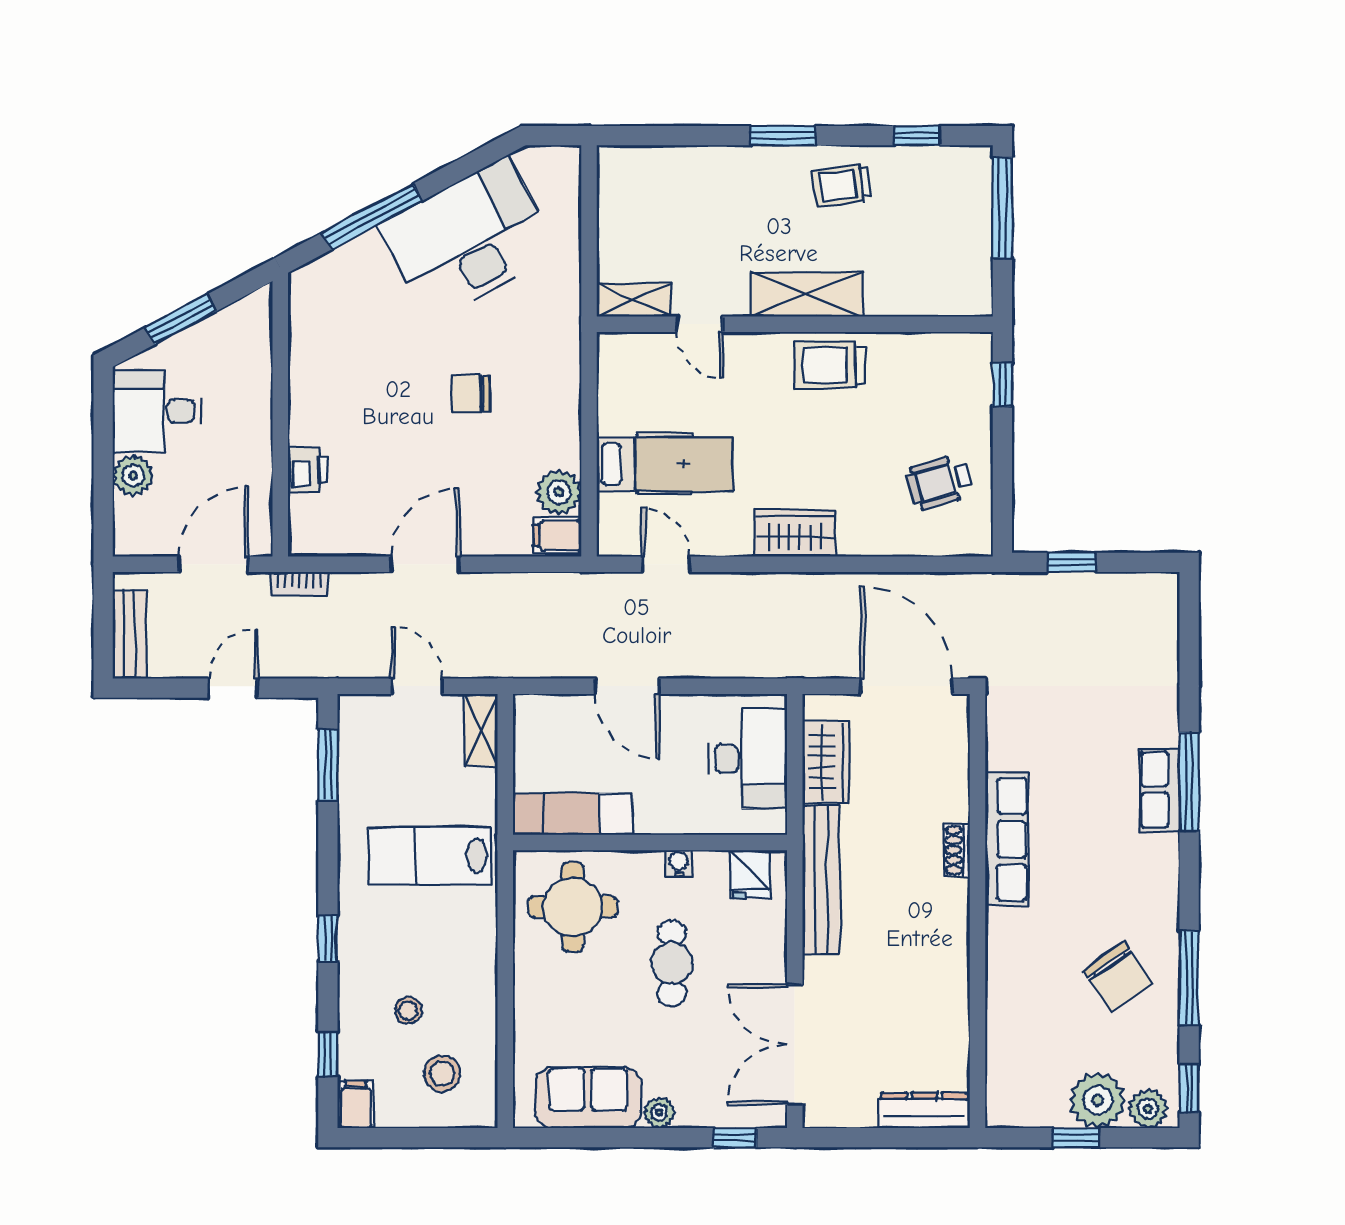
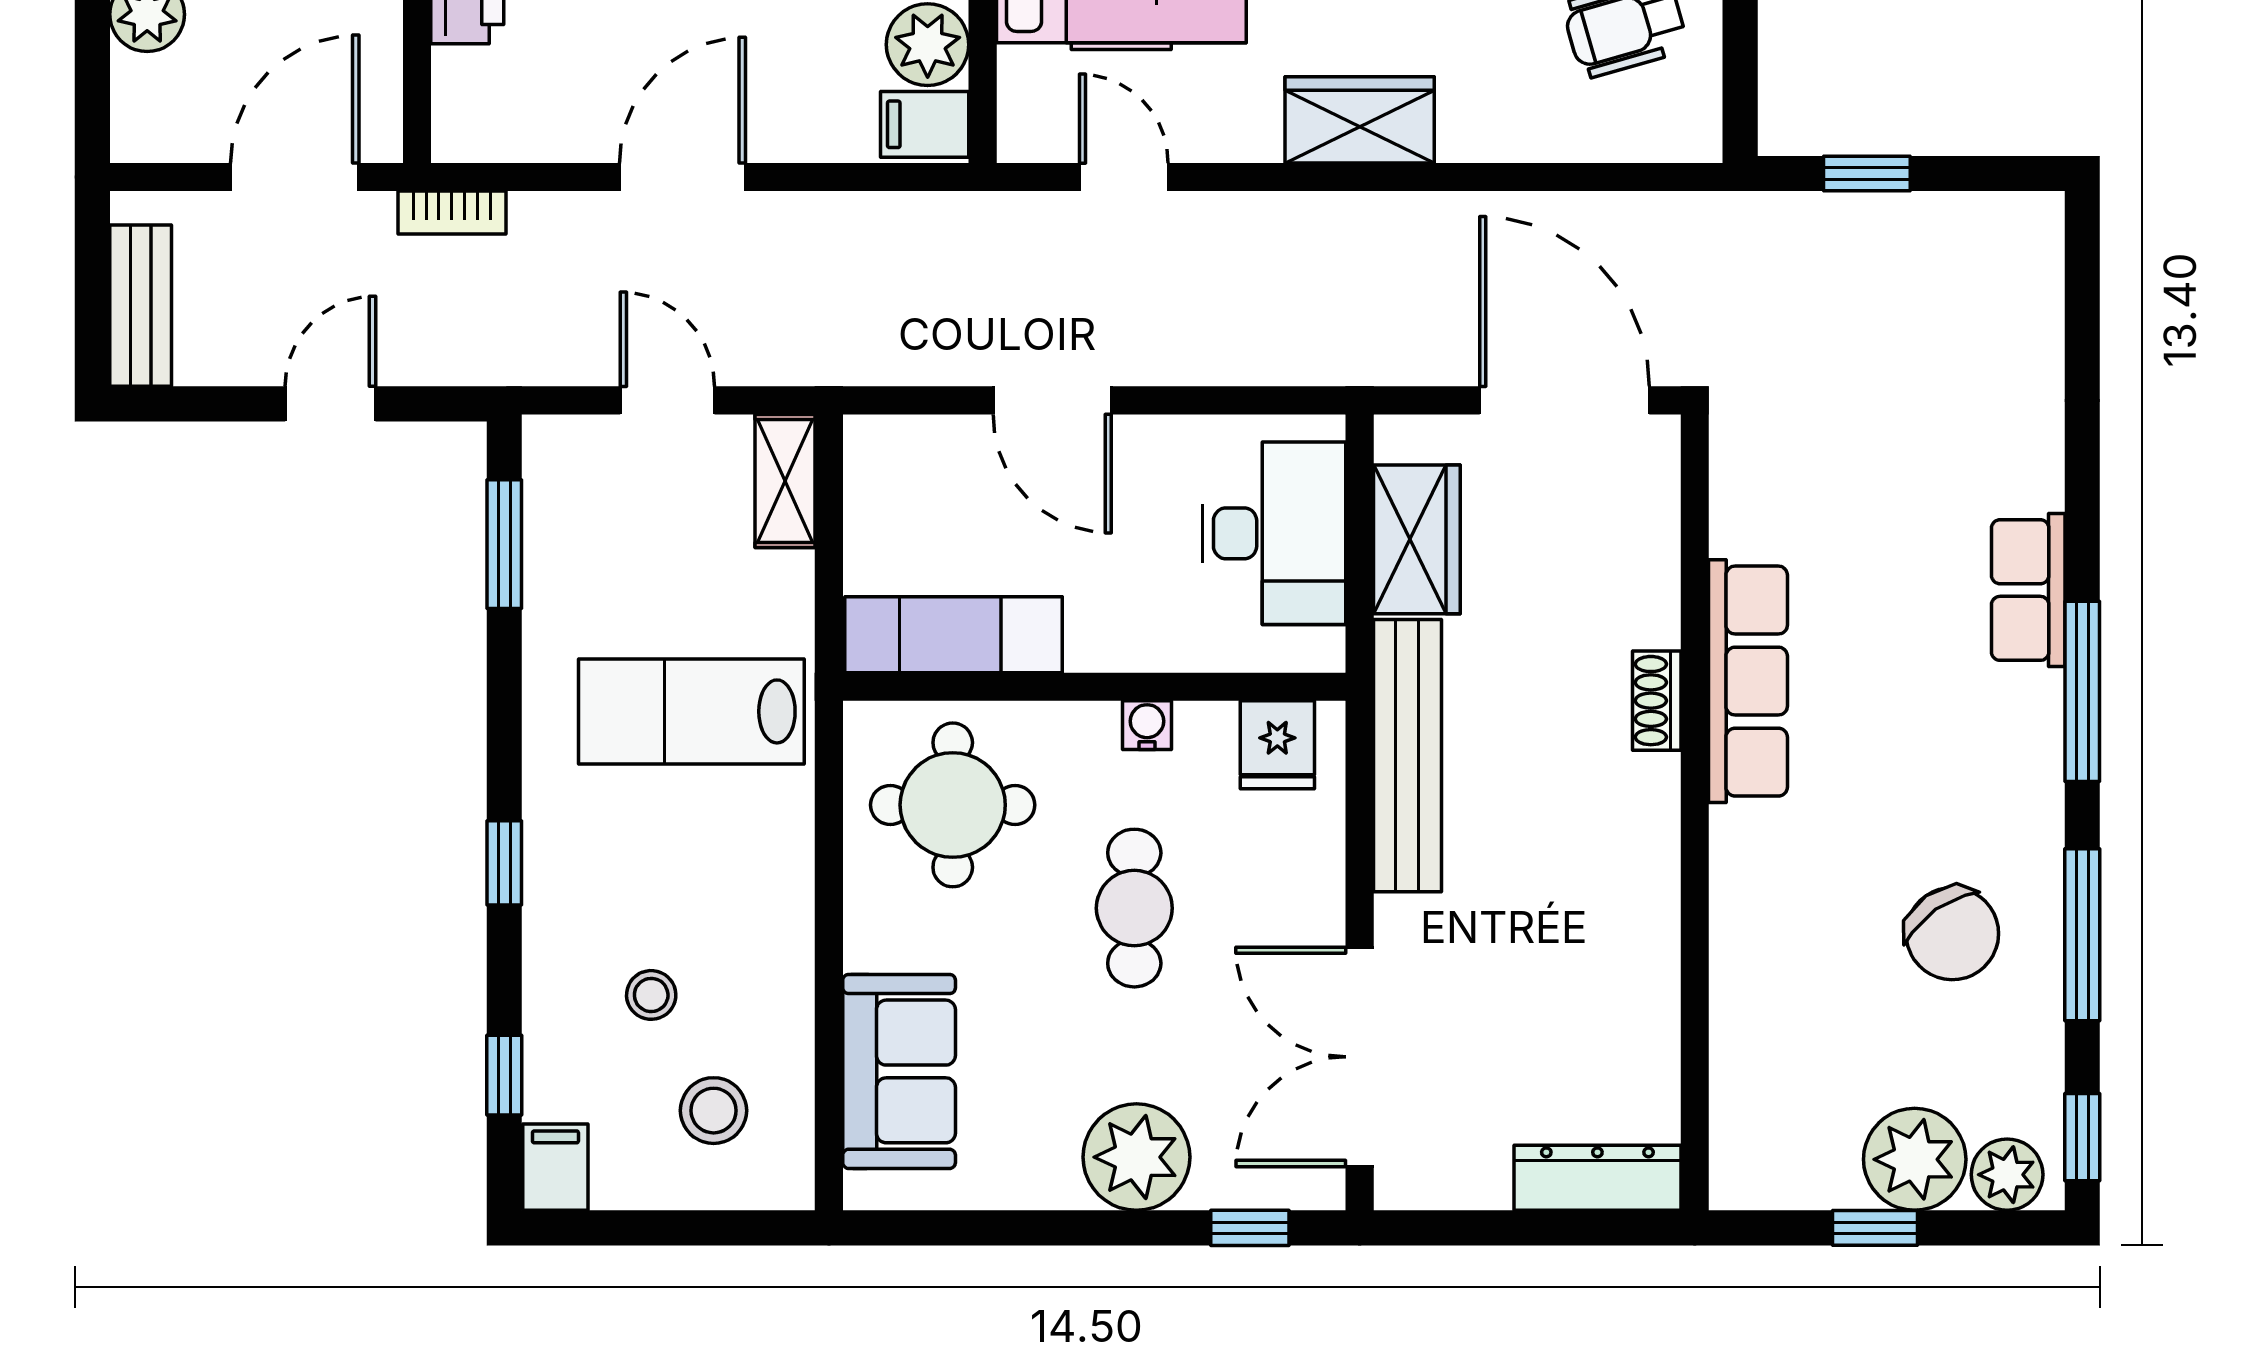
window: (1189, 782) -> (2082, 691), moved
sofa: (588, 1097) -> (899, 1071), moved, turned 90
plant: (659, 1113) -> (1136, 1157), width x1.88, depth x1.88

